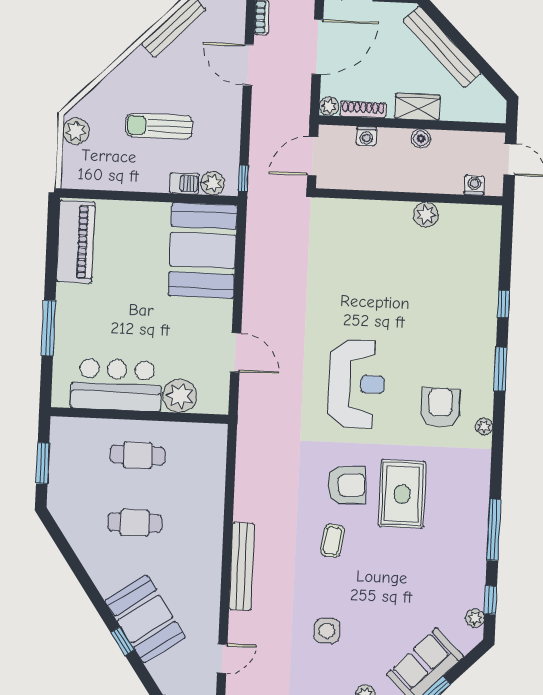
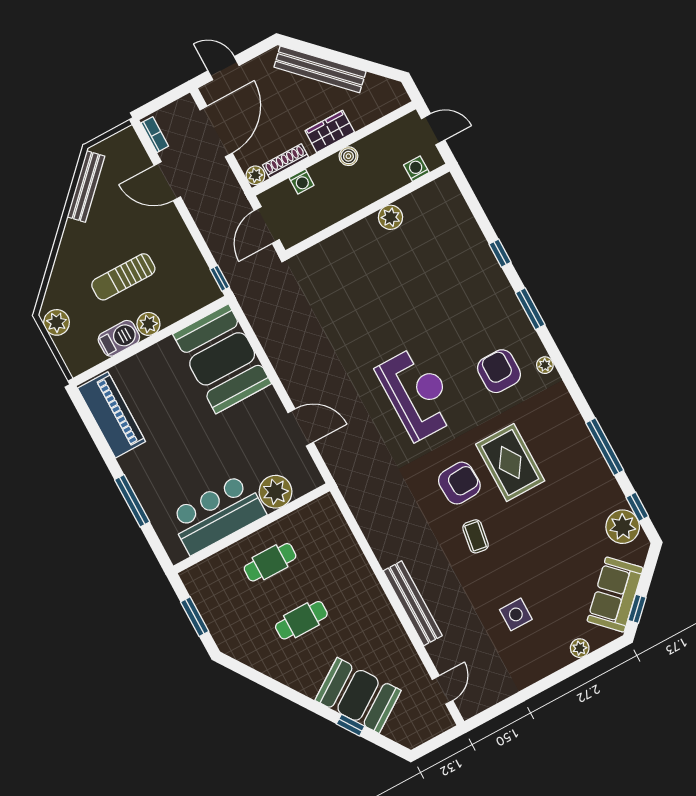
barbecue: (184, 183) -> (119, 338), moved, width x1.38, depth x1.27
plant: (213, 183) -> (148, 324), moved
plant: (475, 618) -> (623, 527), width x1.88, depth x1.88

